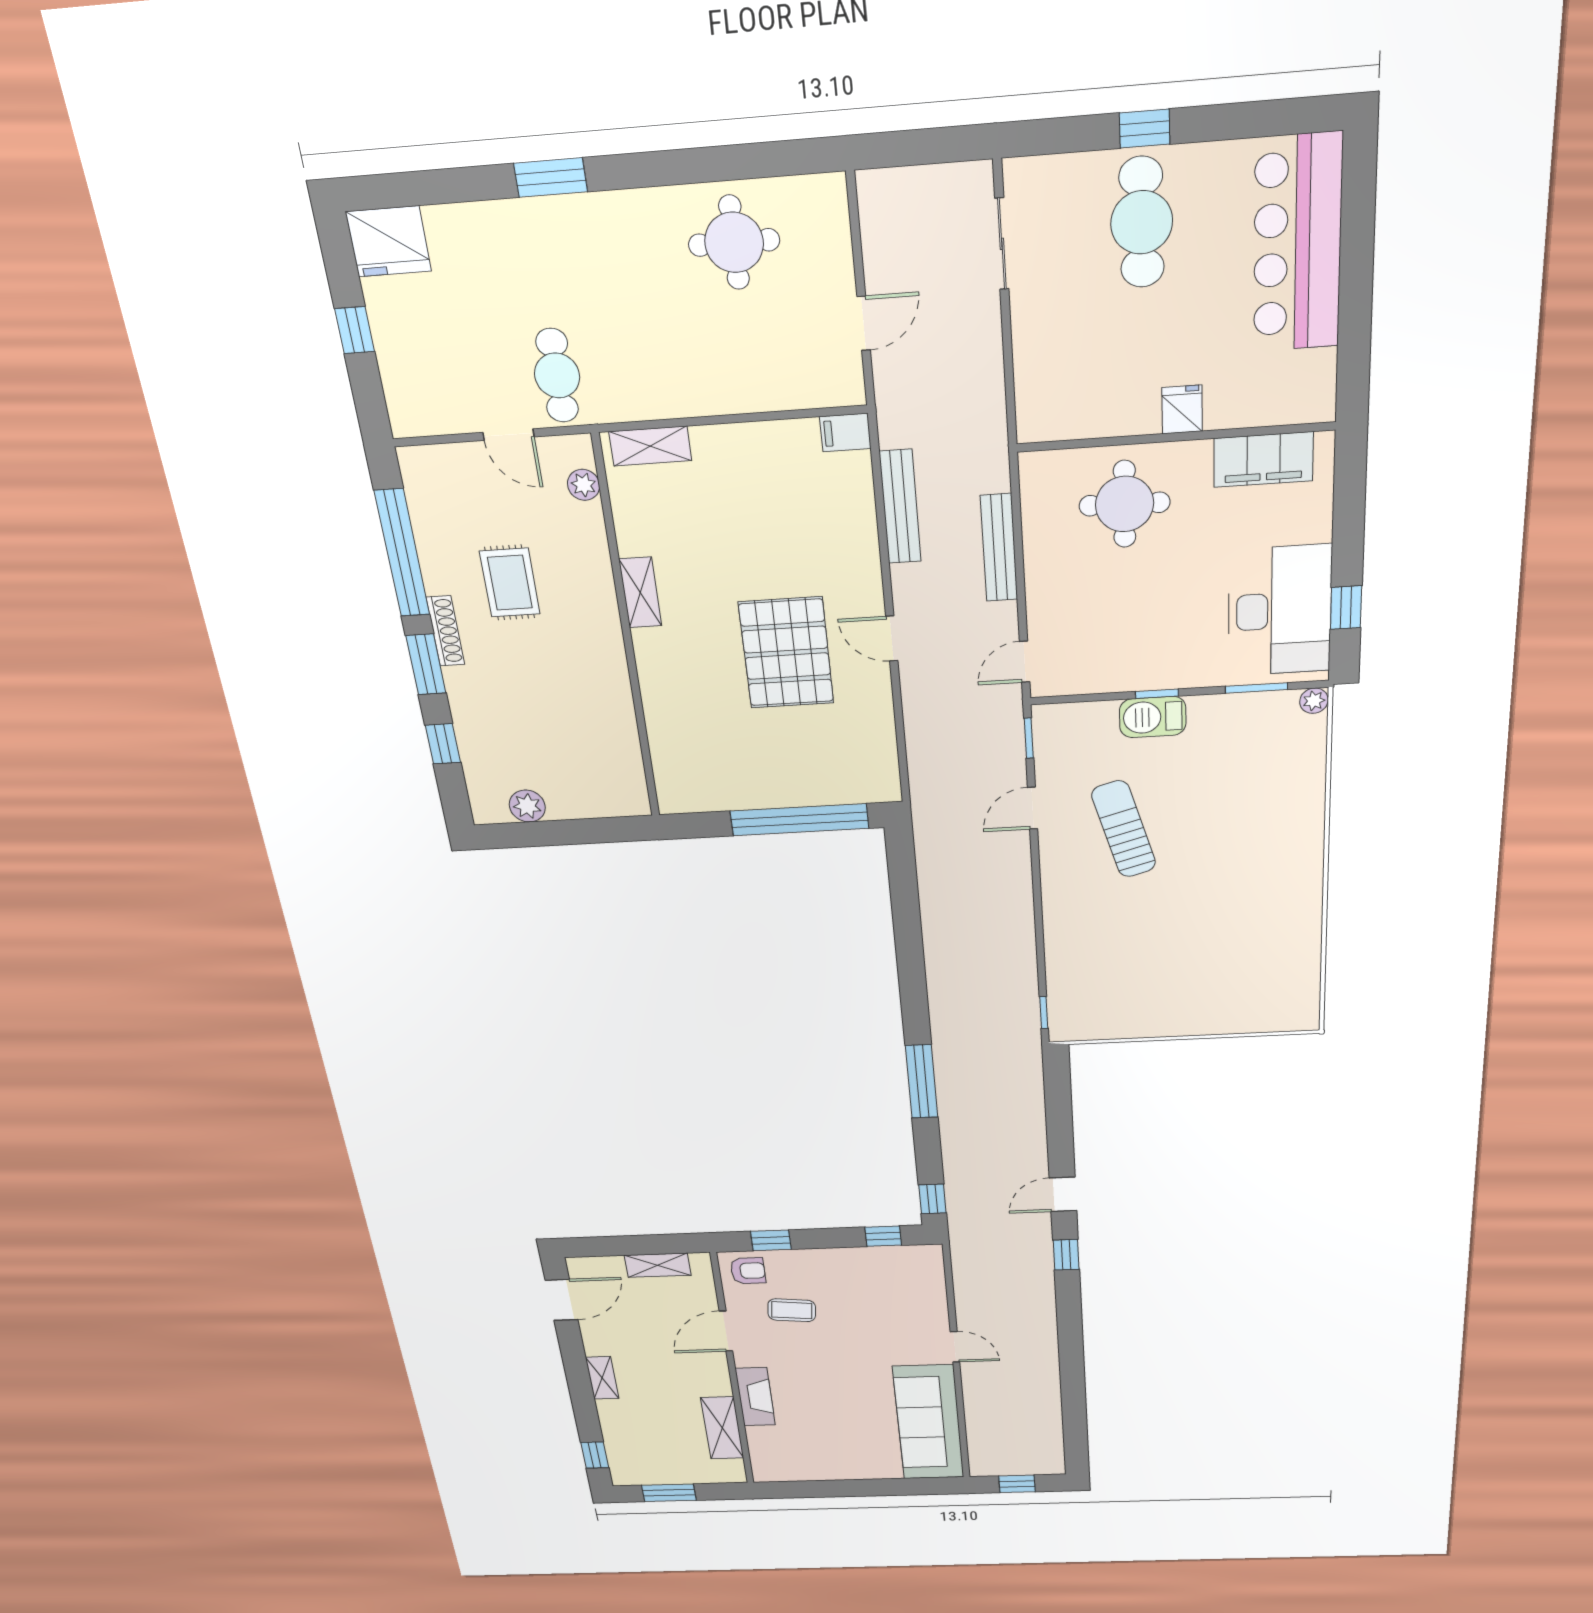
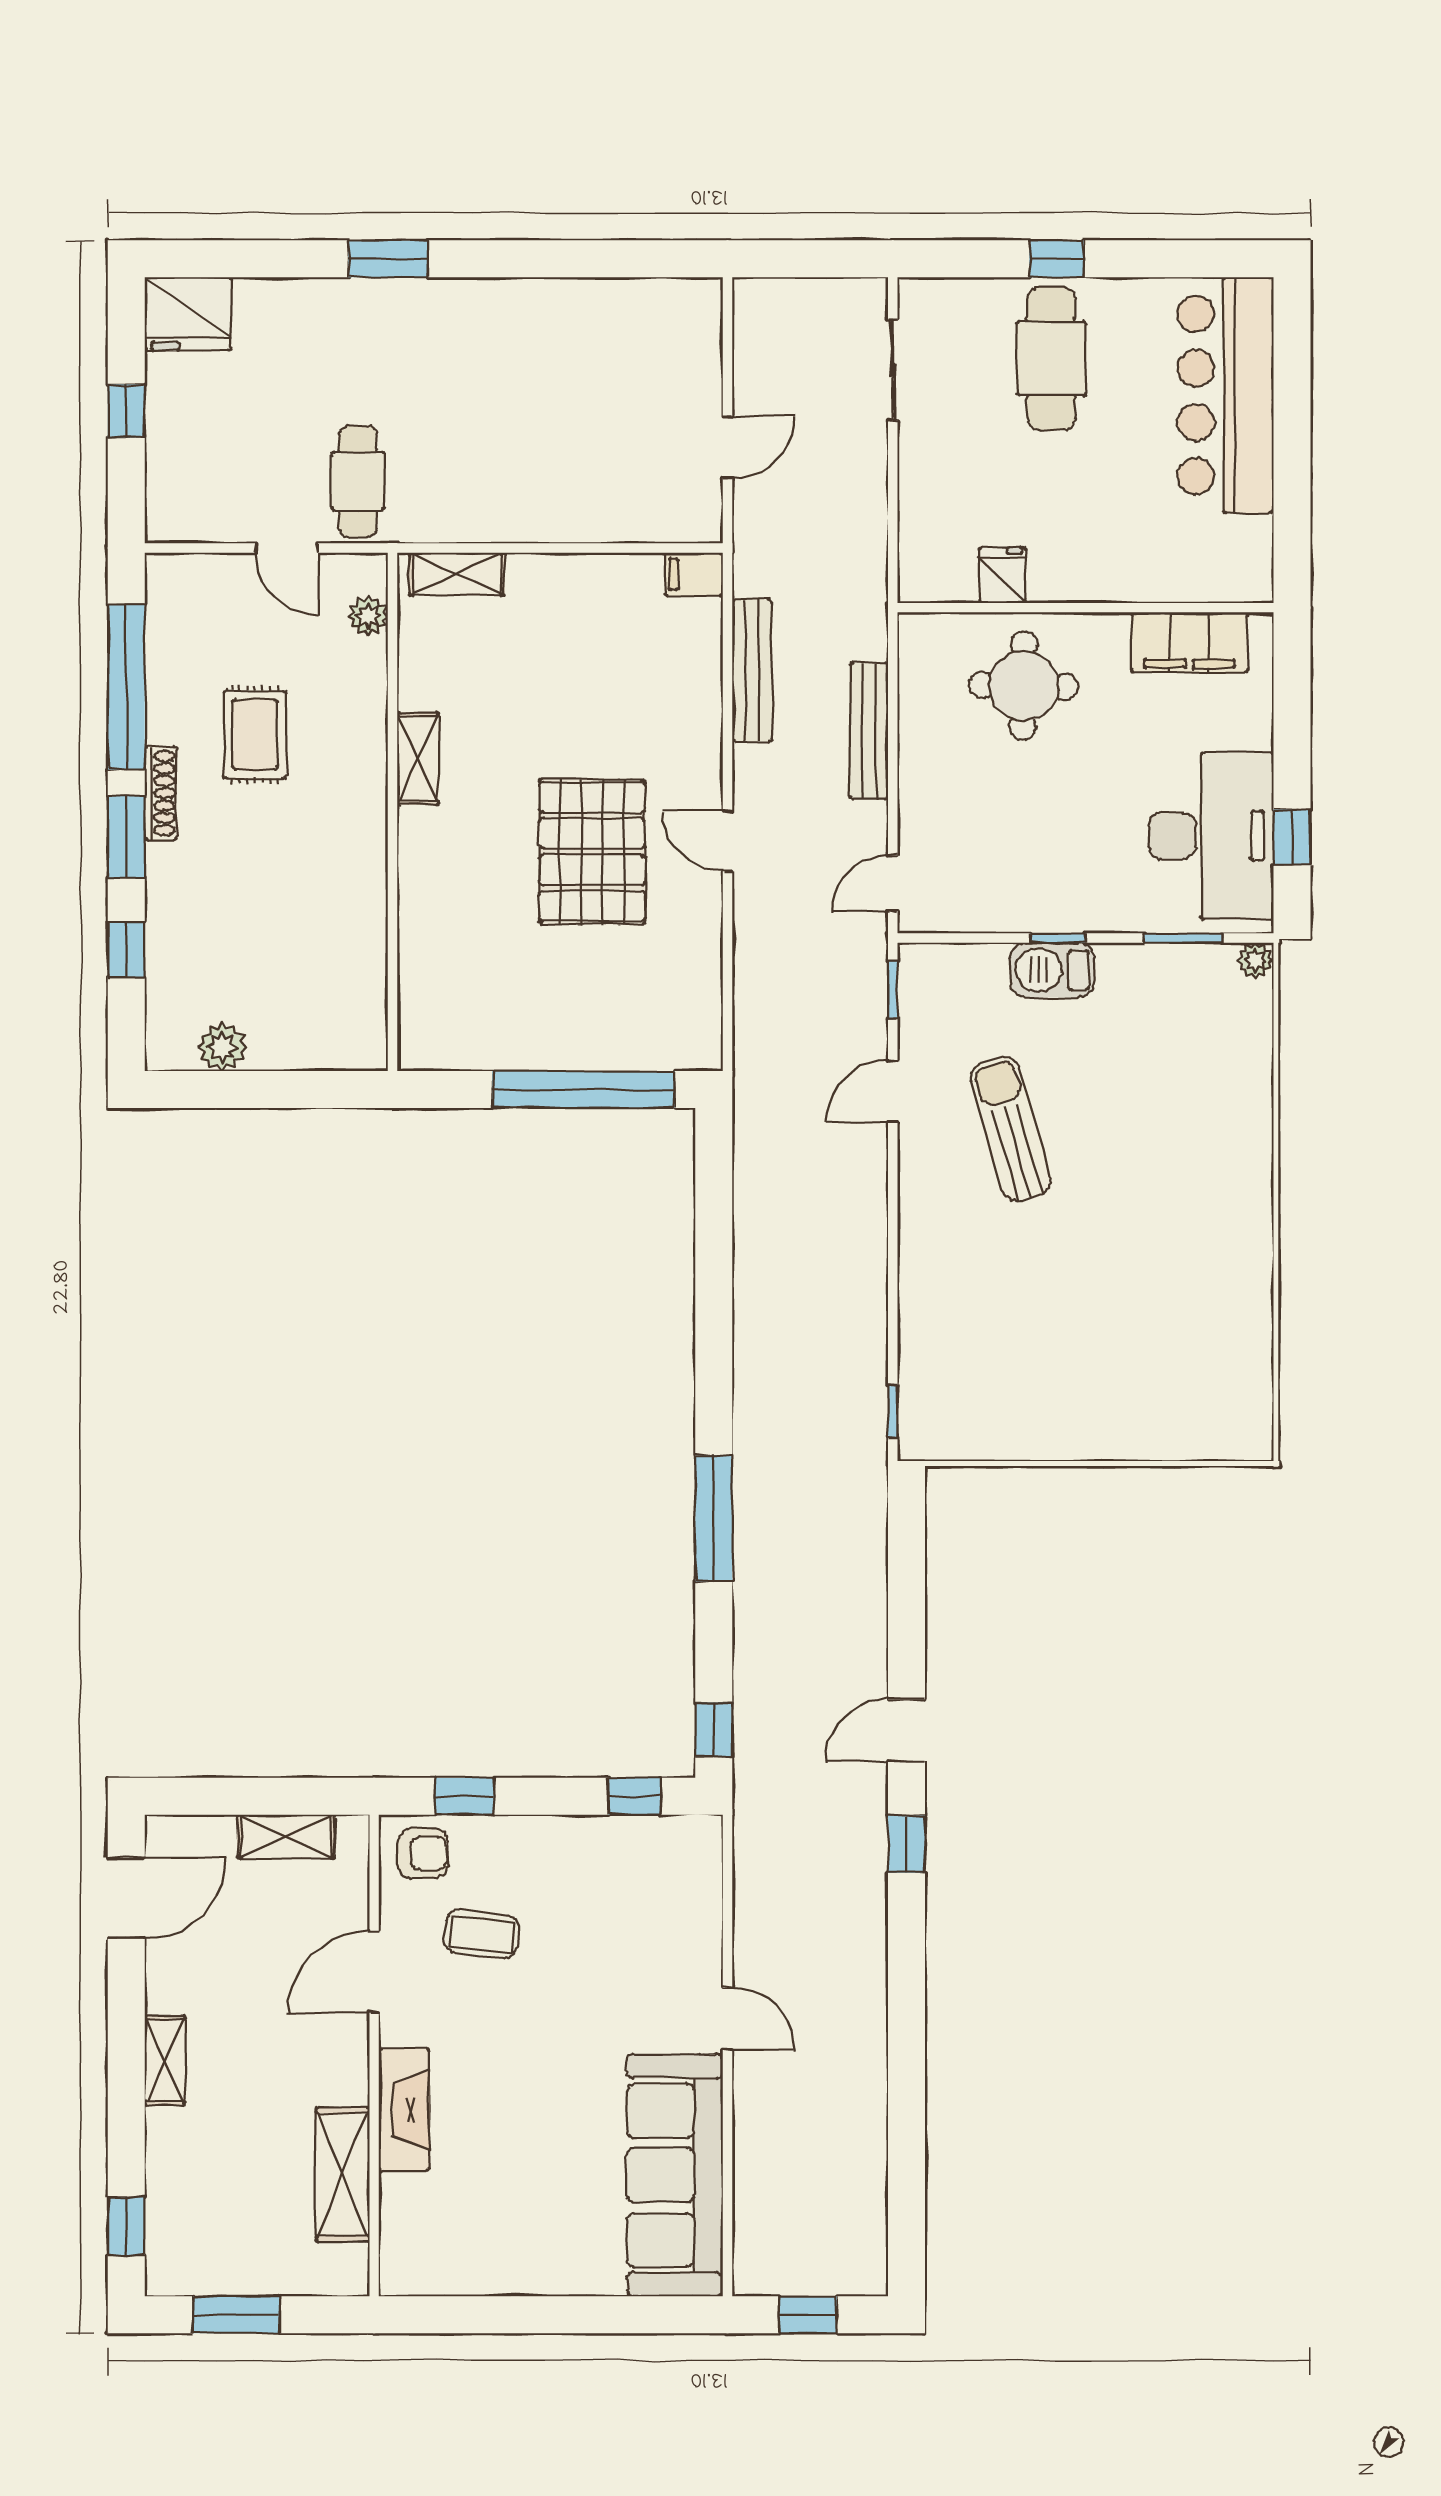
round table: (734, 242) -> (588, 345), removed
fridge: (1182, 410) -> (1002, 575), moved

